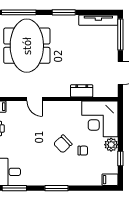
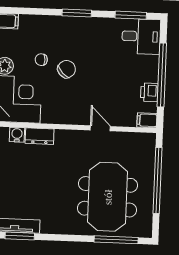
window: (64, 12) -> (20, 236), moved
water cooler: (99, 91) -> (17, 135), added

